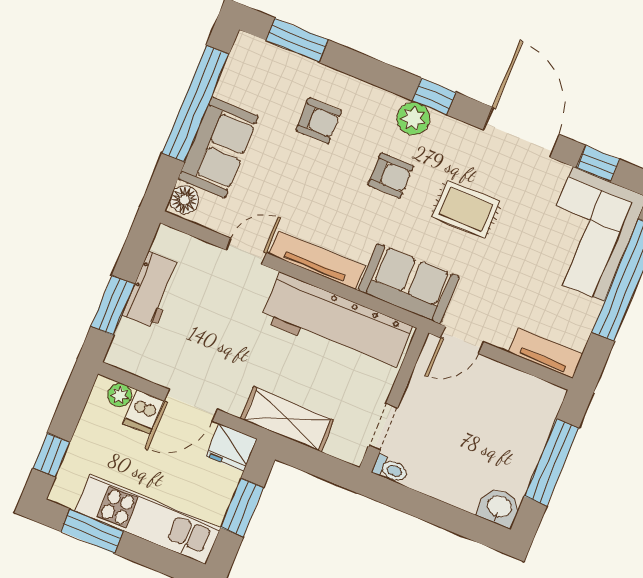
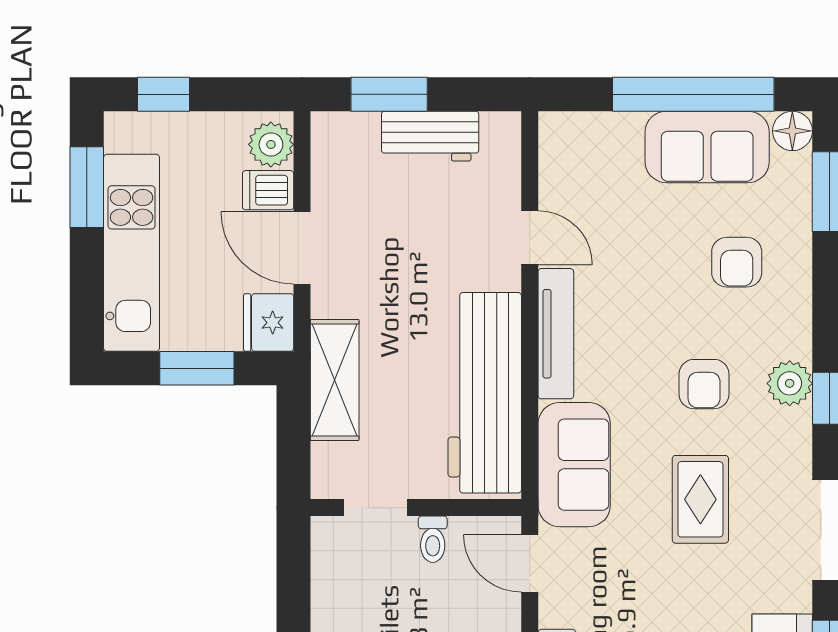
sofa: (218, 148) -> (707, 147), moved
floor lamp: (184, 200) -> (792, 131), moved
plant: (120, 395) -> (271, 144), width x1.38, depth x1.38
toilet: (390, 469) -> (433, 539), moved

